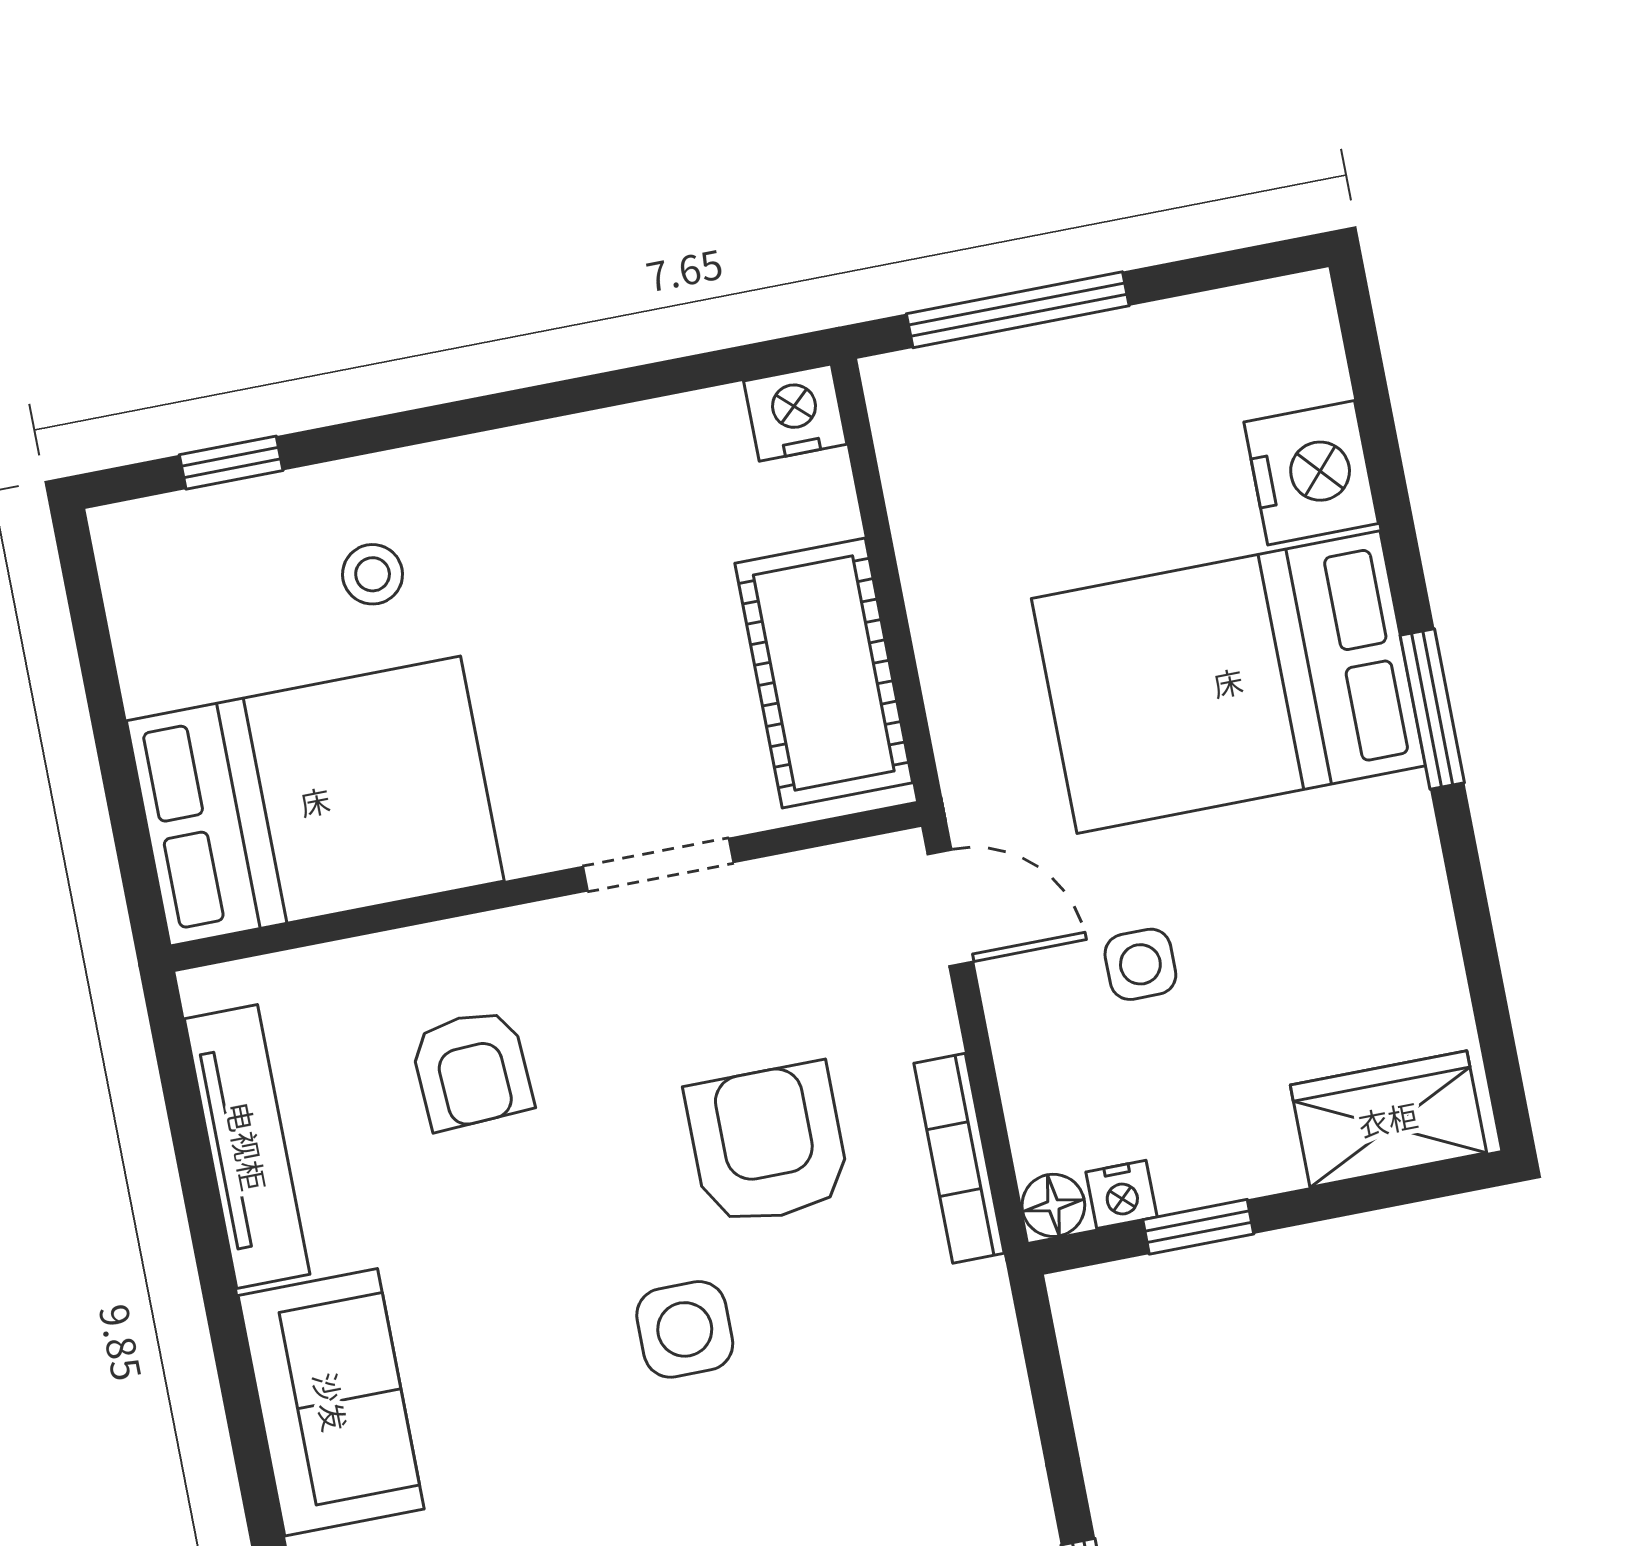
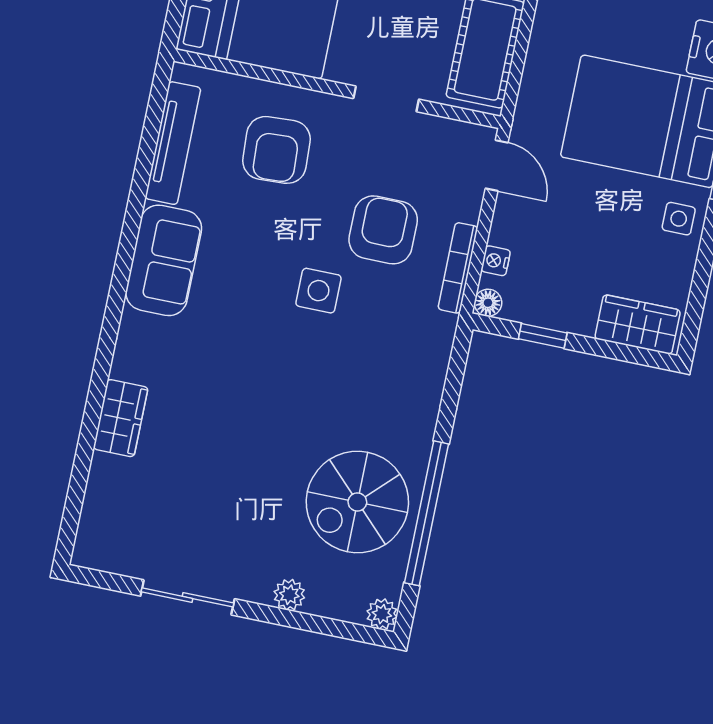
side table: (1140, 964) -> (679, 219), moved
armchair: (472, 1069) -> (276, 150), width x1.38, depth x1.38
nightstand: (1121, 1194) -> (496, 261), moved, turned 90

